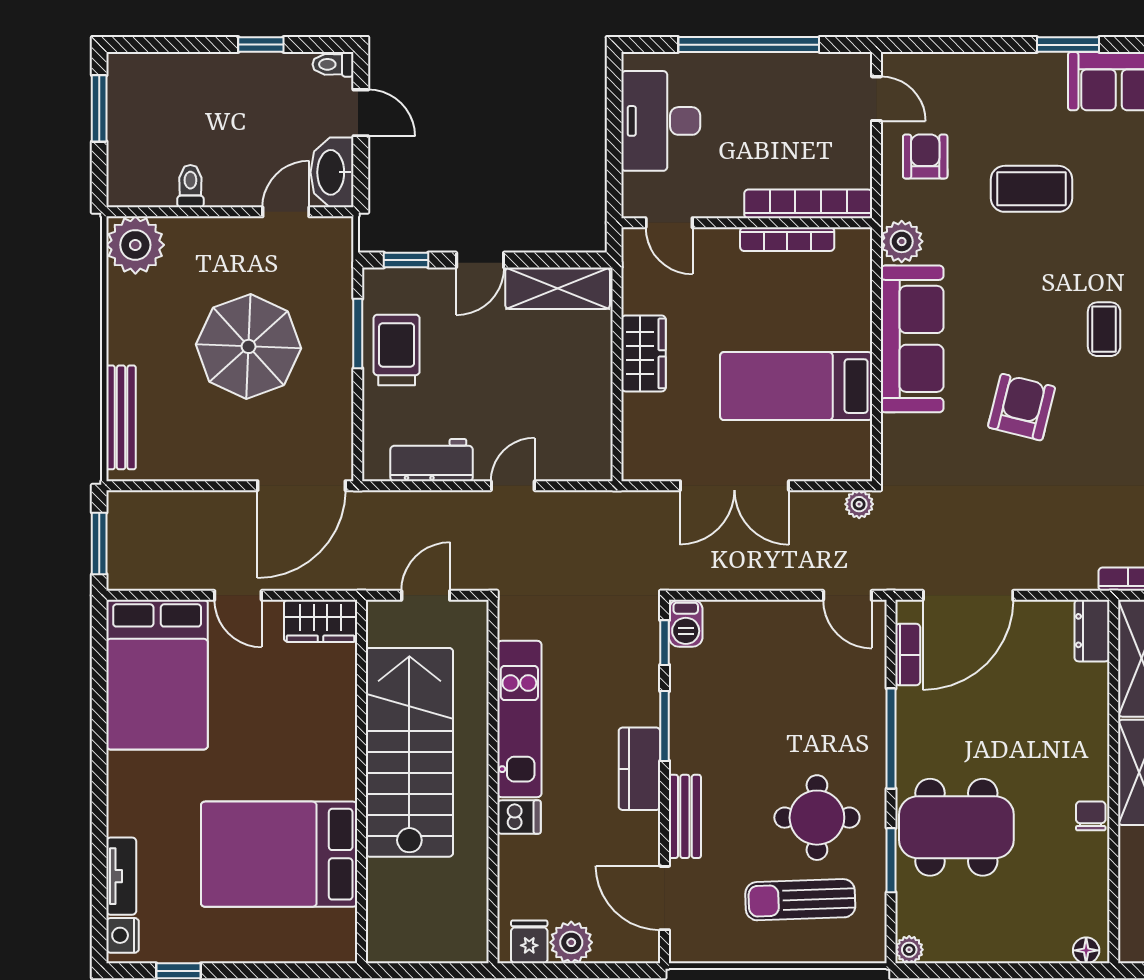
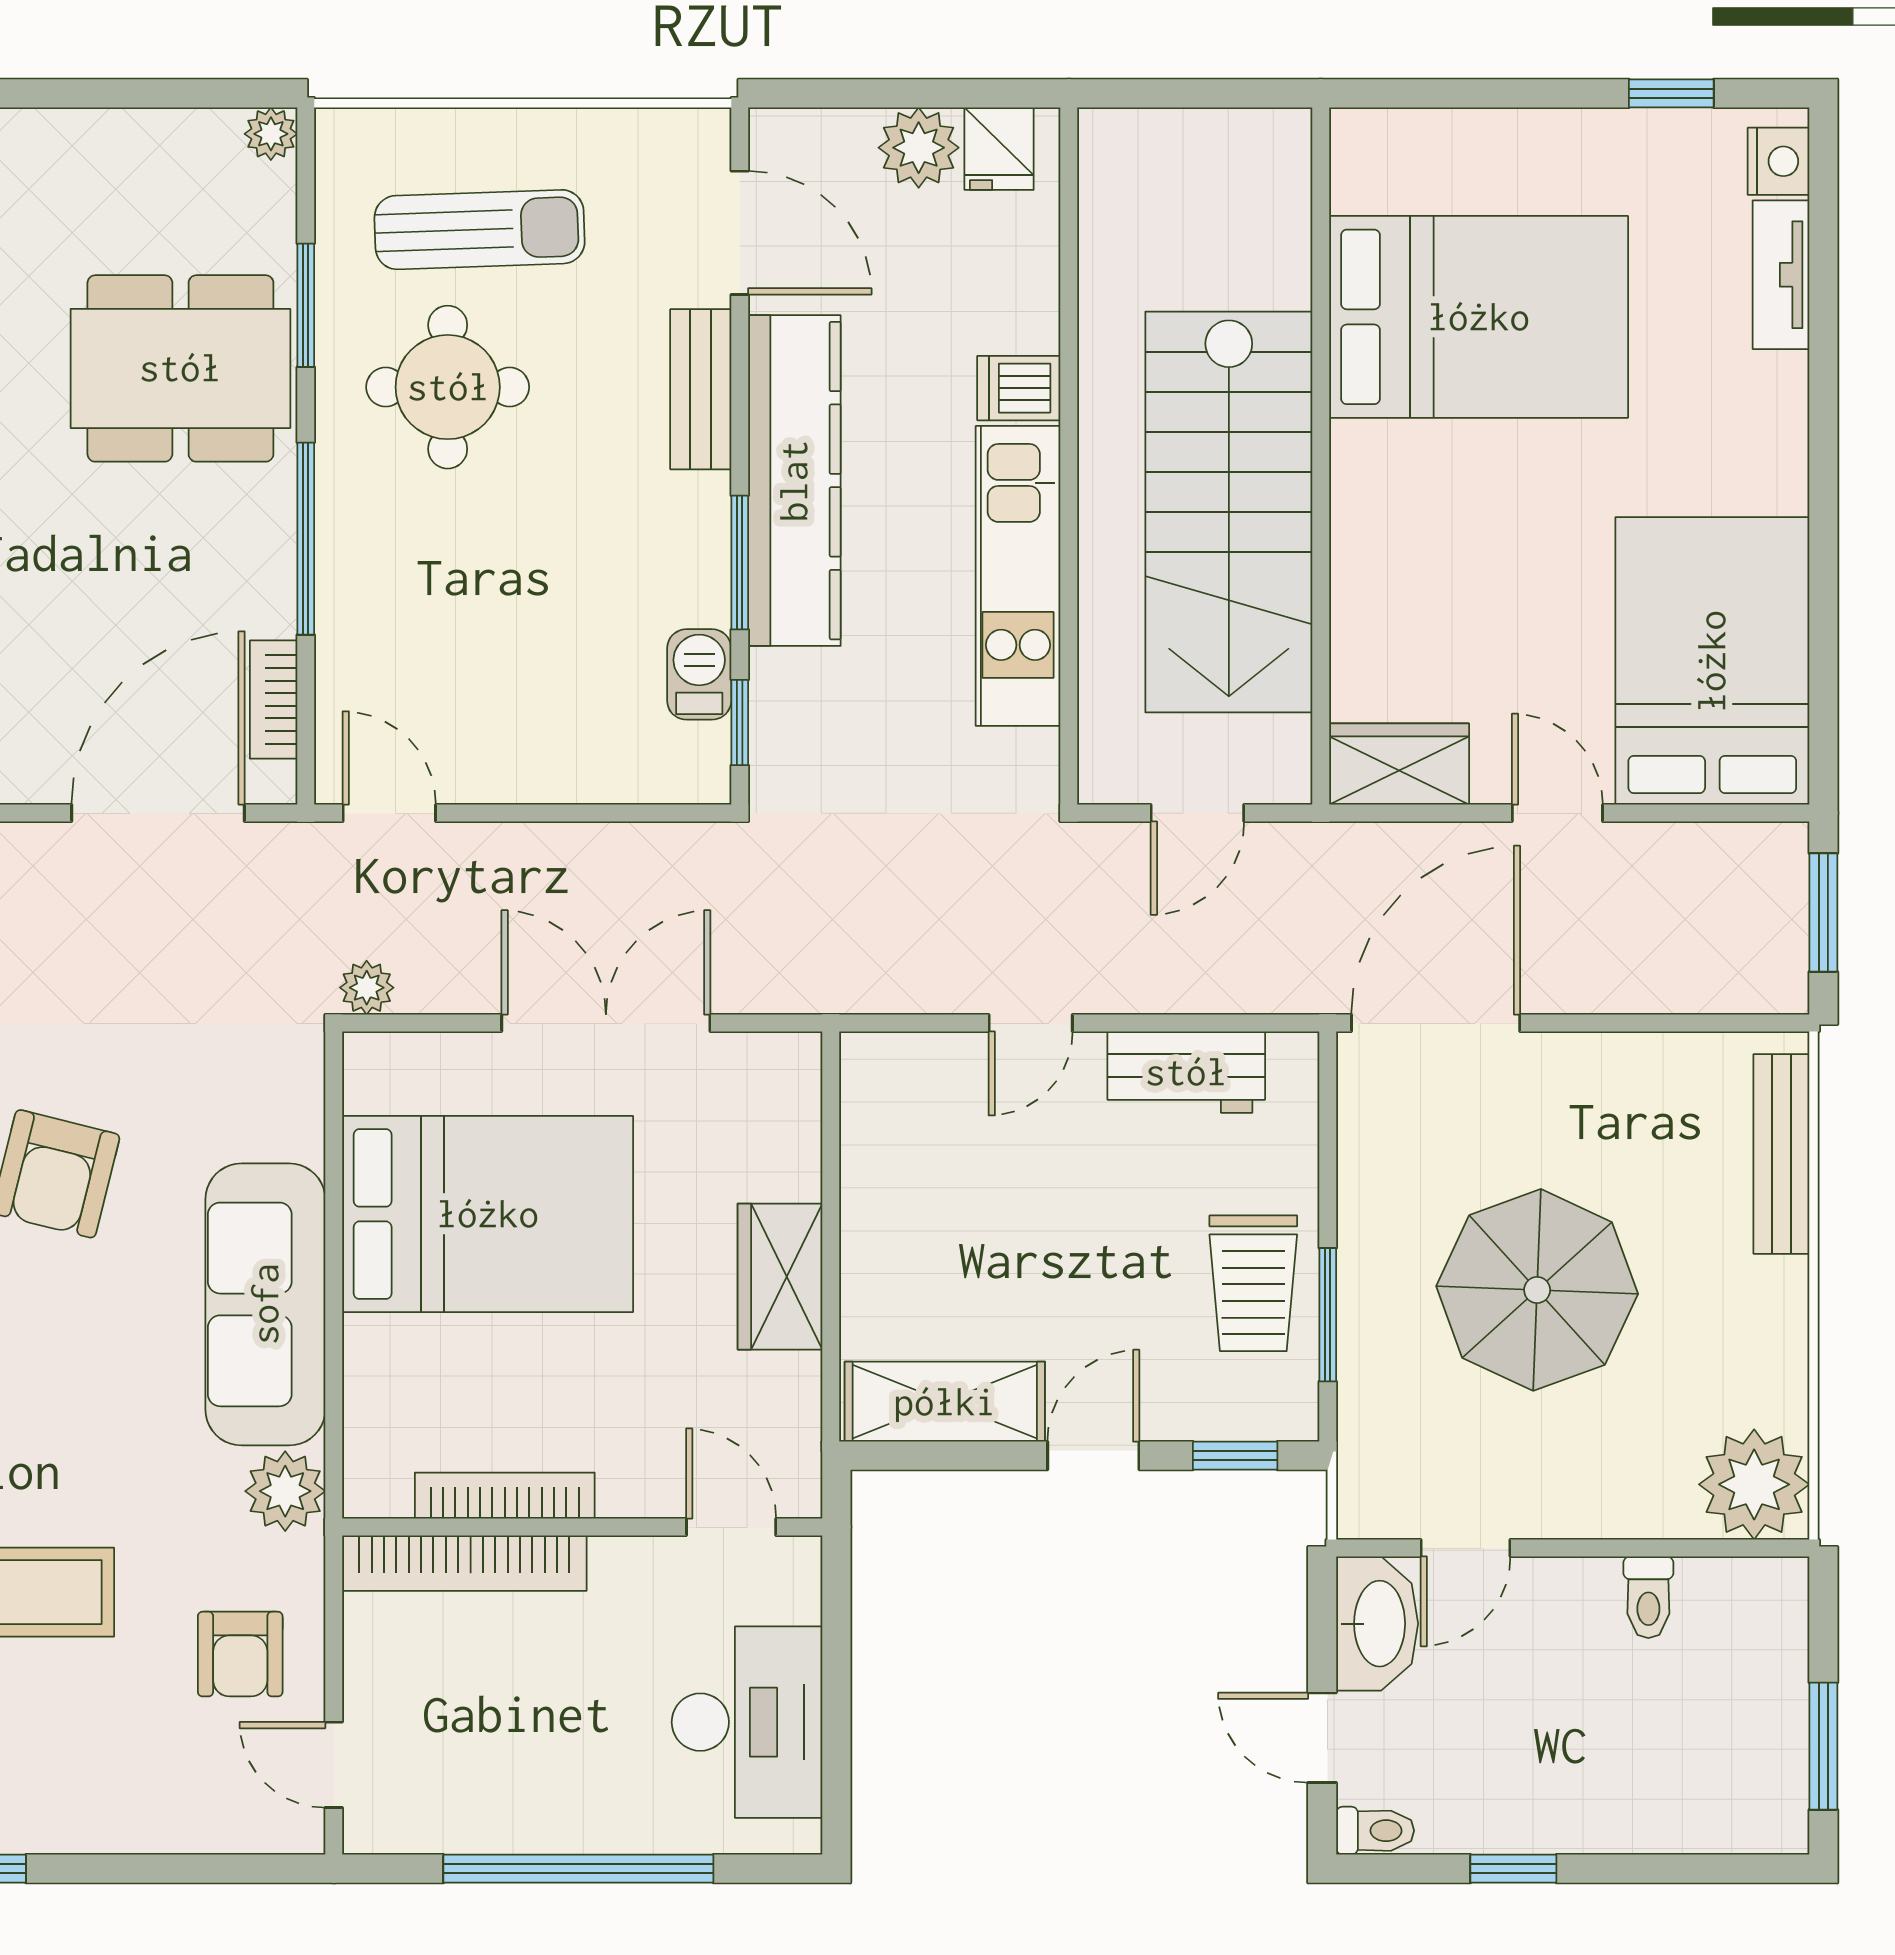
bed: (796, 386) -> (488, 1214), width x1.50
barbecue: (686, 623) -> (699, 674), moved
kitchen counter: (639, 769) -> (794, 481), width x2.08, depth x1.17

